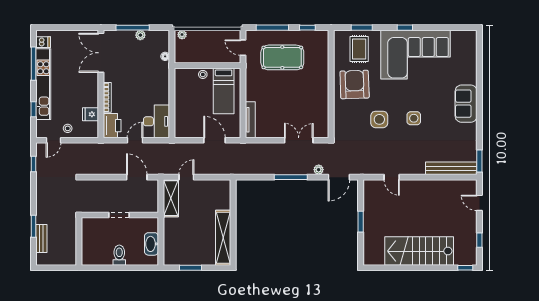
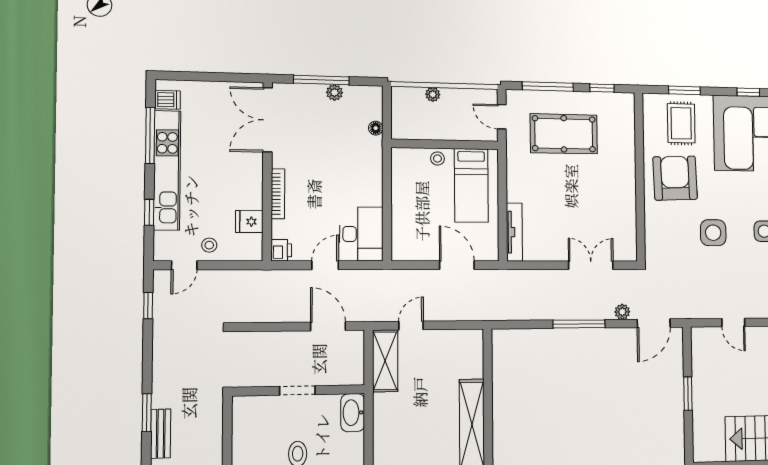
plant: (182, 35) -> (433, 94), moved
printer: (112, 126) -> (281, 250), width x0.53, depth x0.68
washbasin: (151, 244) -> (353, 413), moved

